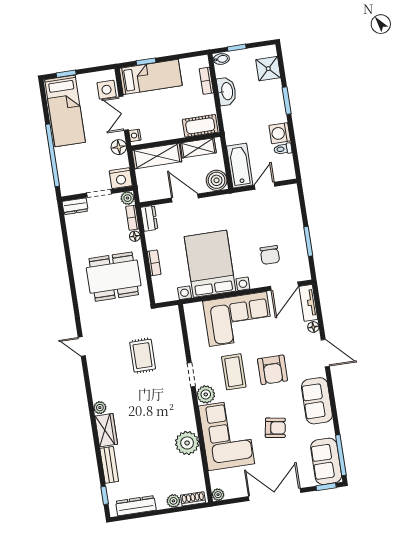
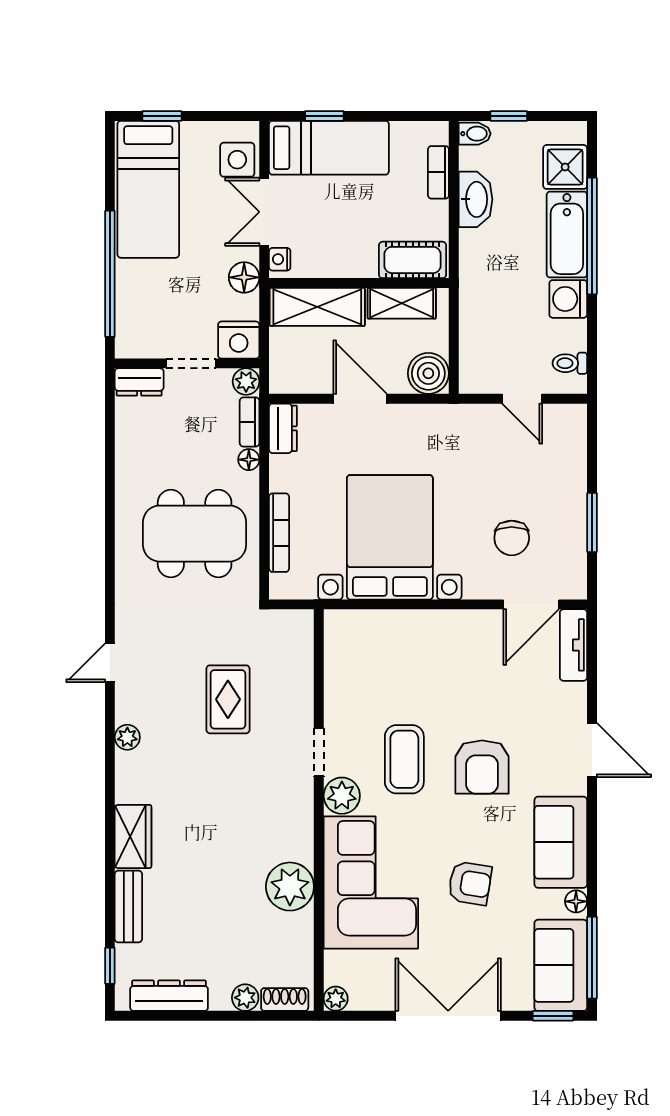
window: (287, 101) -> (592, 236), width x2.11
toilet: (283, 149) -> (570, 363), moved
bathtub: (240, 166) -> (567, 235), moved, turned 180
door: (265, 186) -> (522, 399), swing flipped
bookcase: (154, 263) -> (279, 533), width x1.56
corner sofa: (238, 319) -> (429, 656), removed
floor lamp: (313, 327) -> (576, 901), moved
door: (82, 347) -> (110, 663), hinge flipped
plant: (100, 408) -> (127, 737), moved

